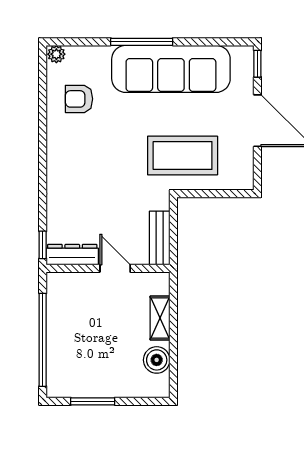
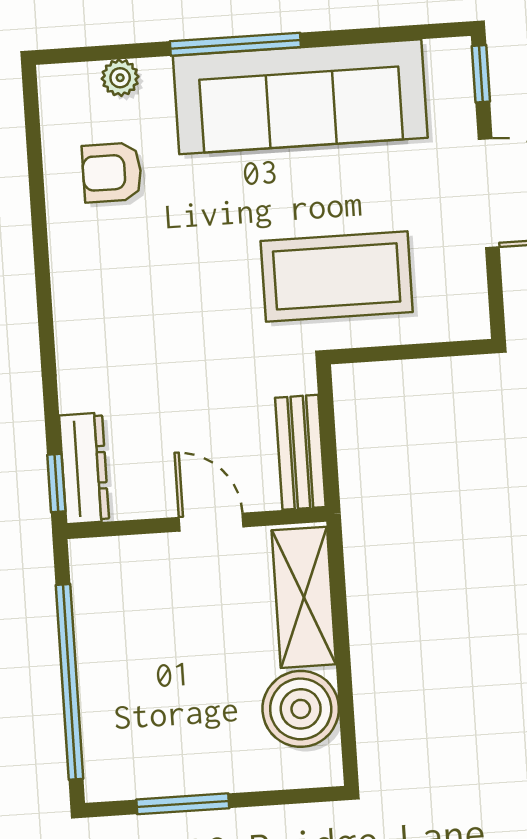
plant: (56, 54) -> (120, 78), moved
dresser: (72, 255) -> (84, 468), moved, turned 90
shelving: (160, 318) -> (304, 597), width x1.50, depth x1.33
boiler: (157, 360) -> (301, 709), width x1.37, depth x1.37

